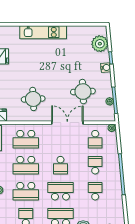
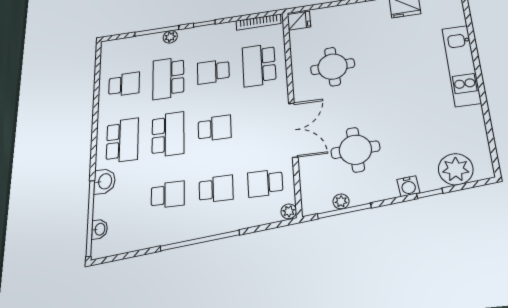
school desk: (26, 165) -> (213, 72), width x0.54
school desk: (60, 165) -> (215, 128), turned 180

